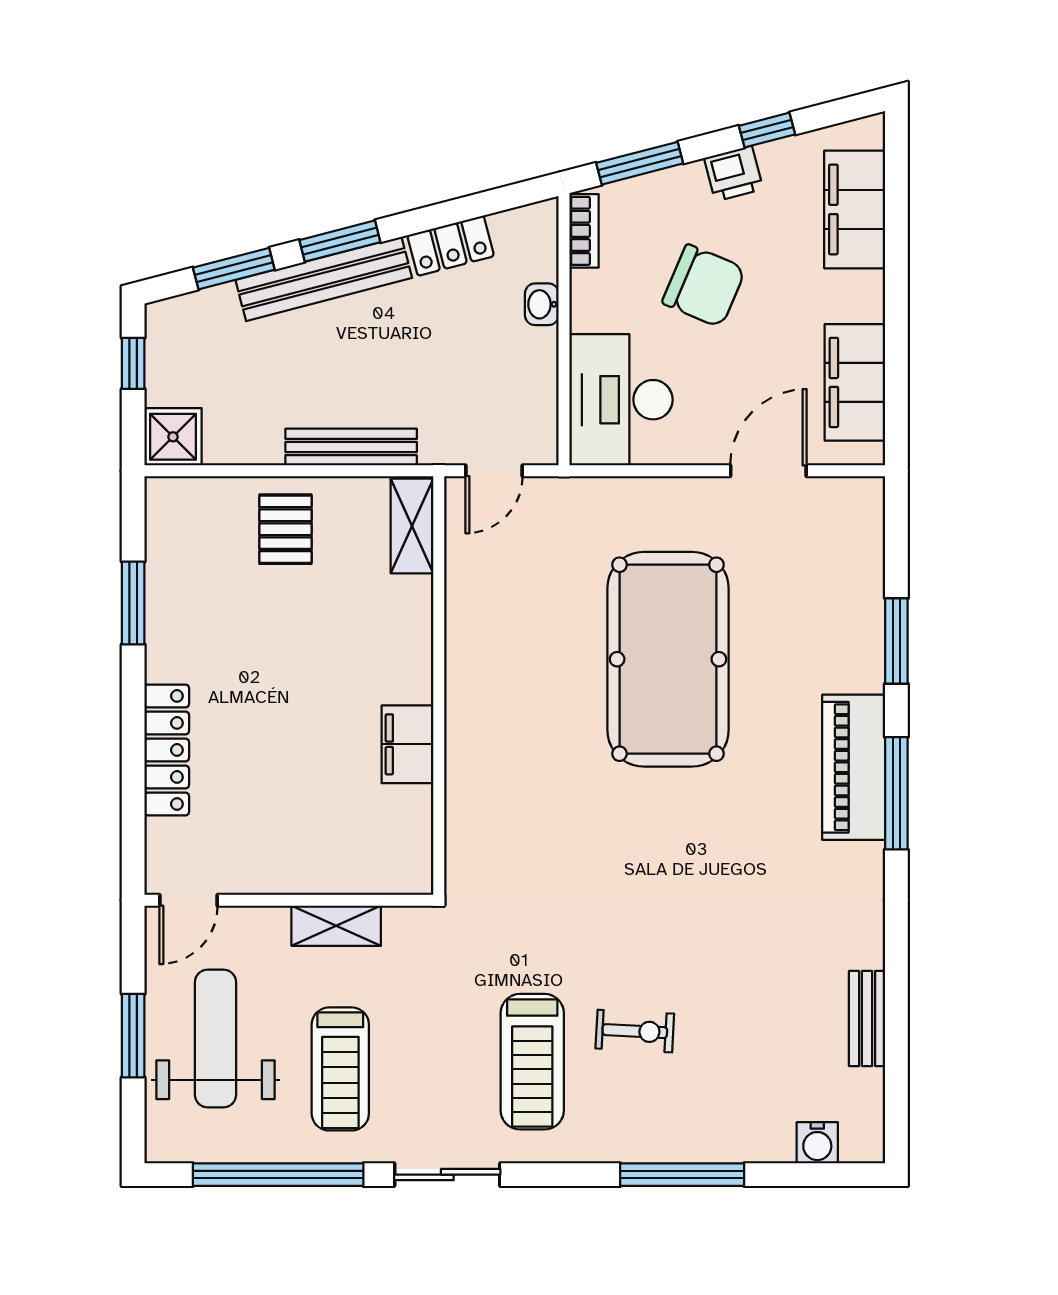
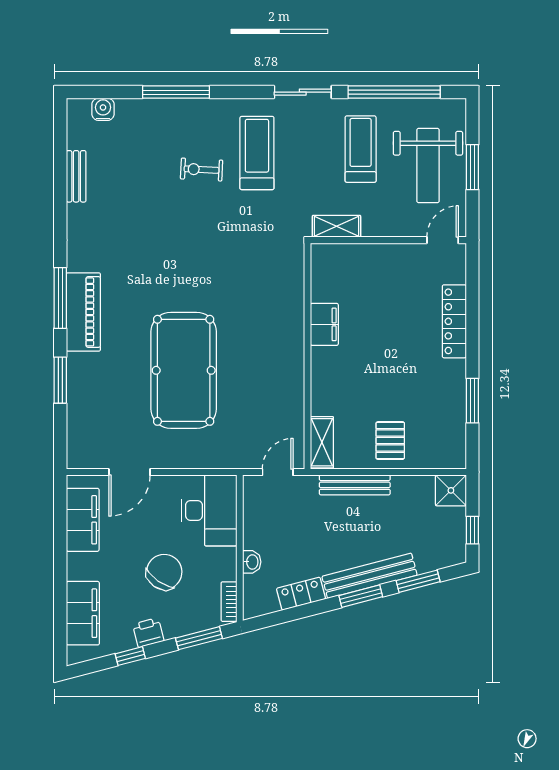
chair: (704, 286) -> (164, 572), turned 102
shelving: (336, 926) -> (336, 226), moved

